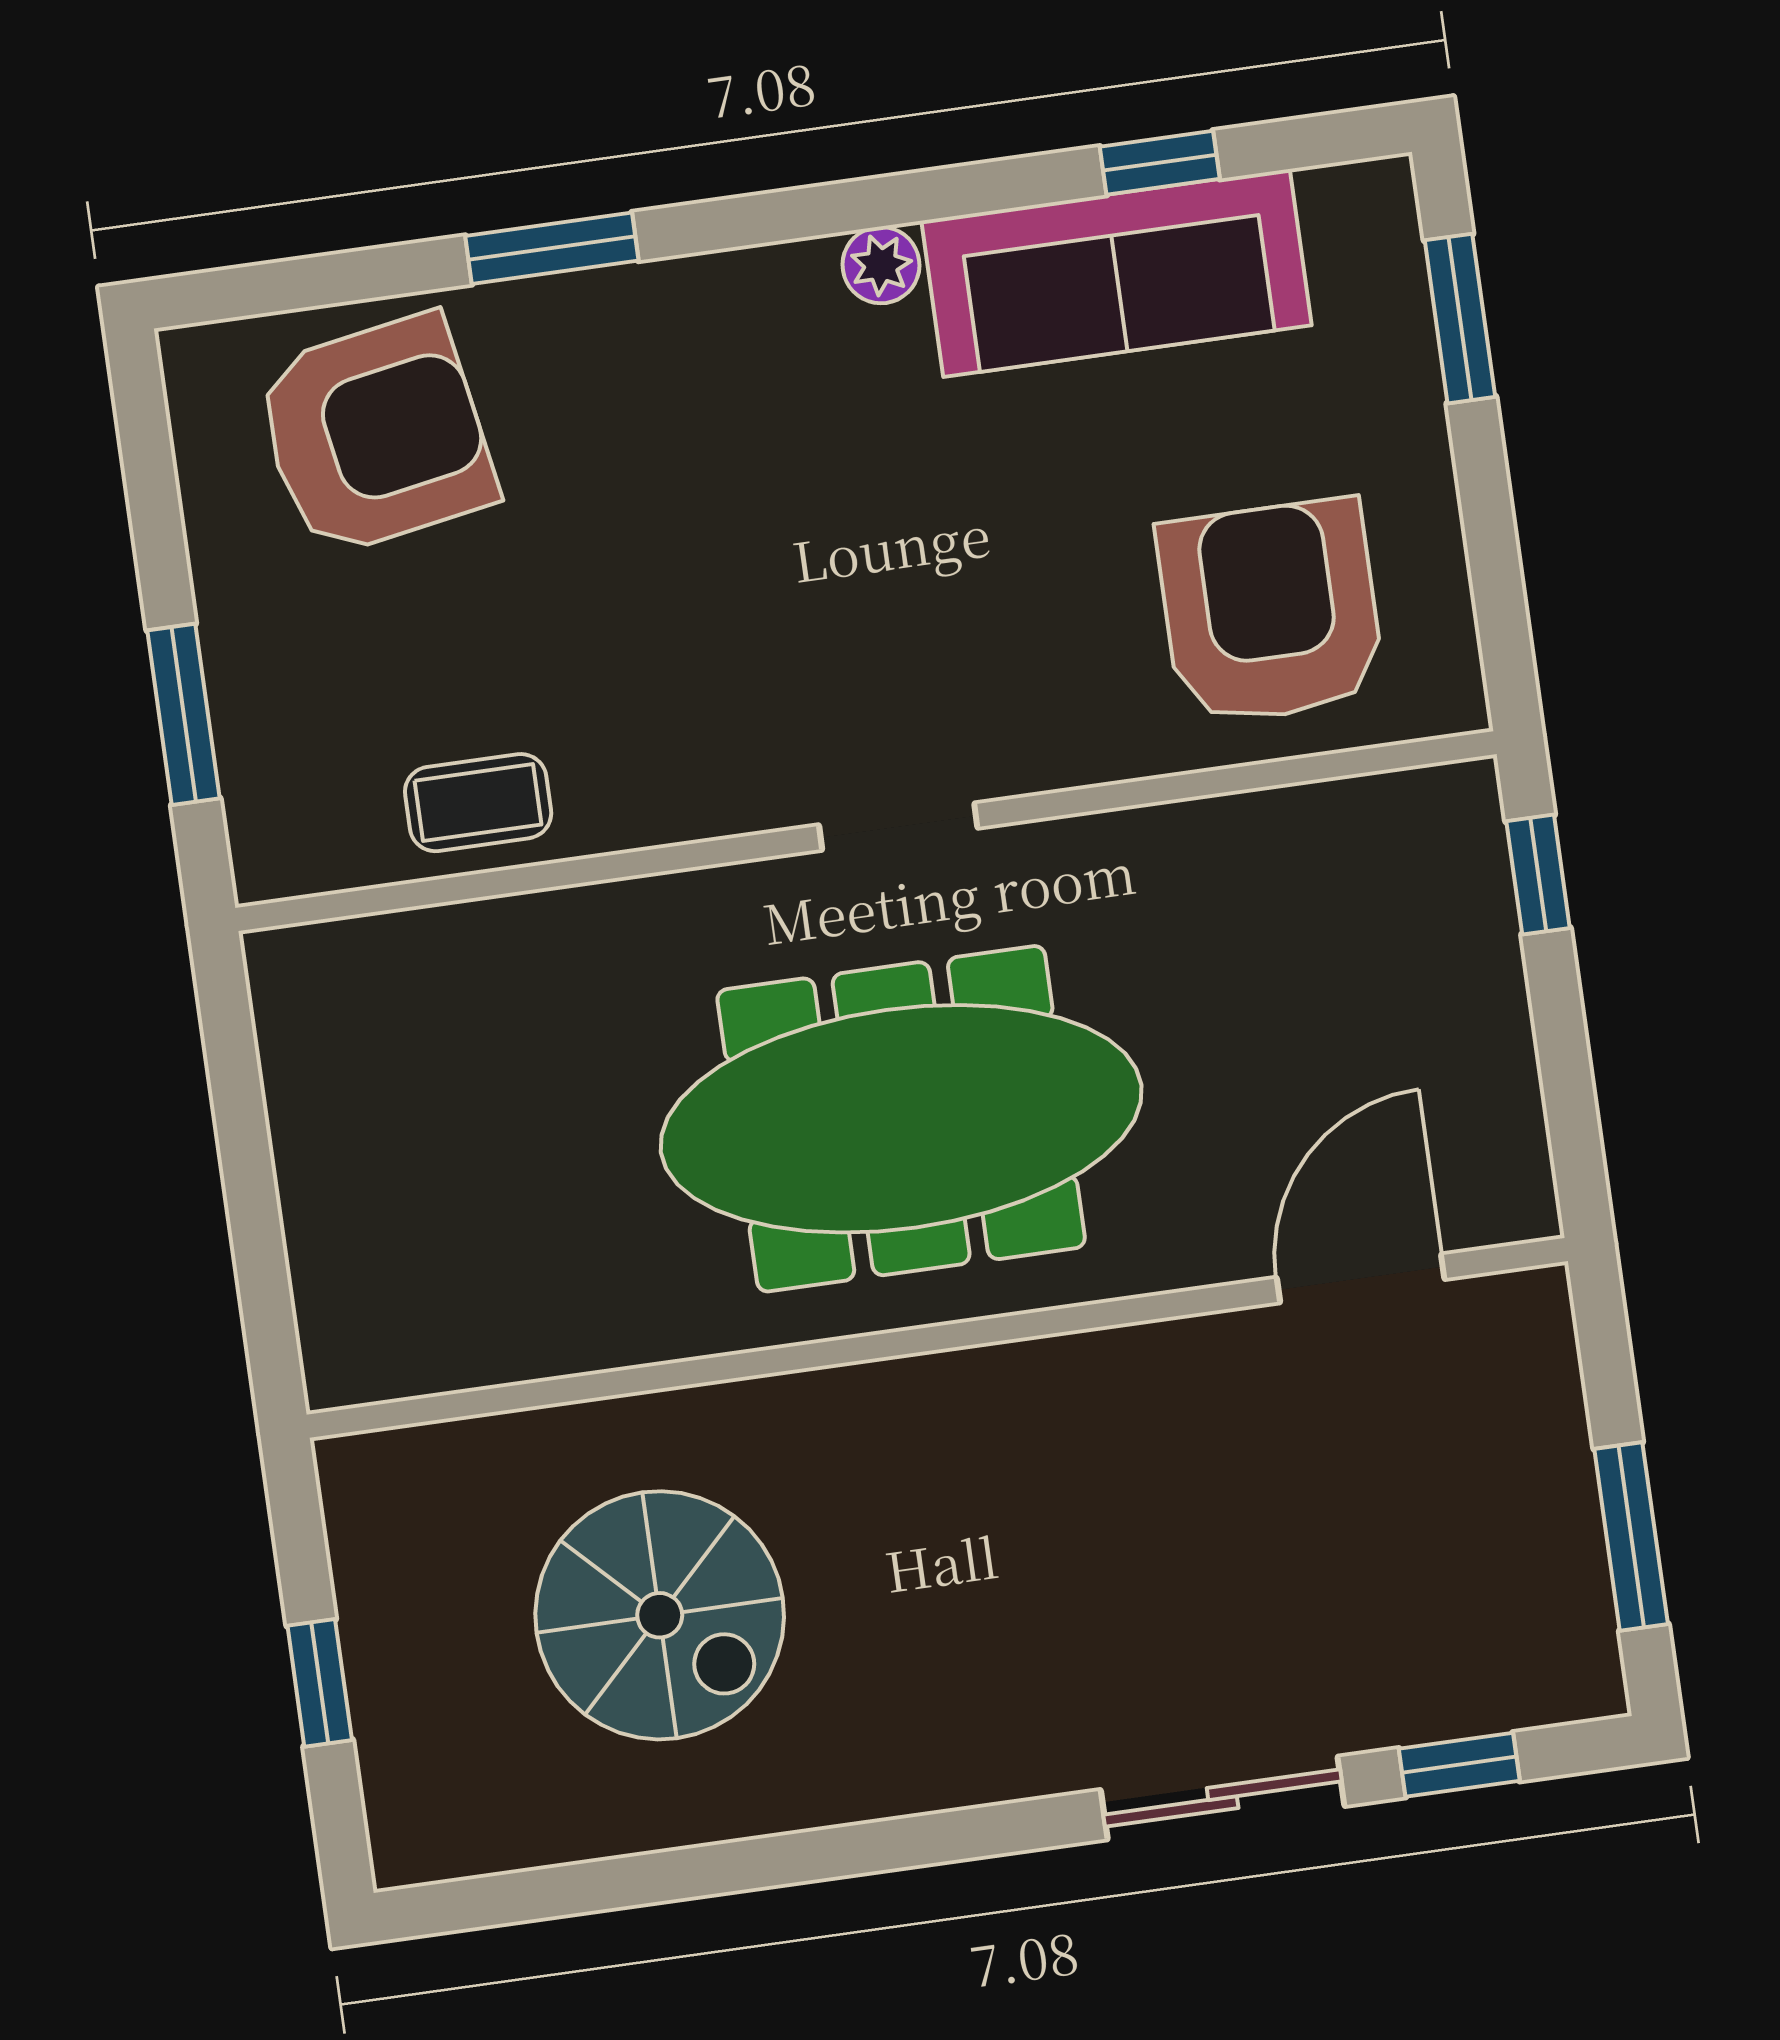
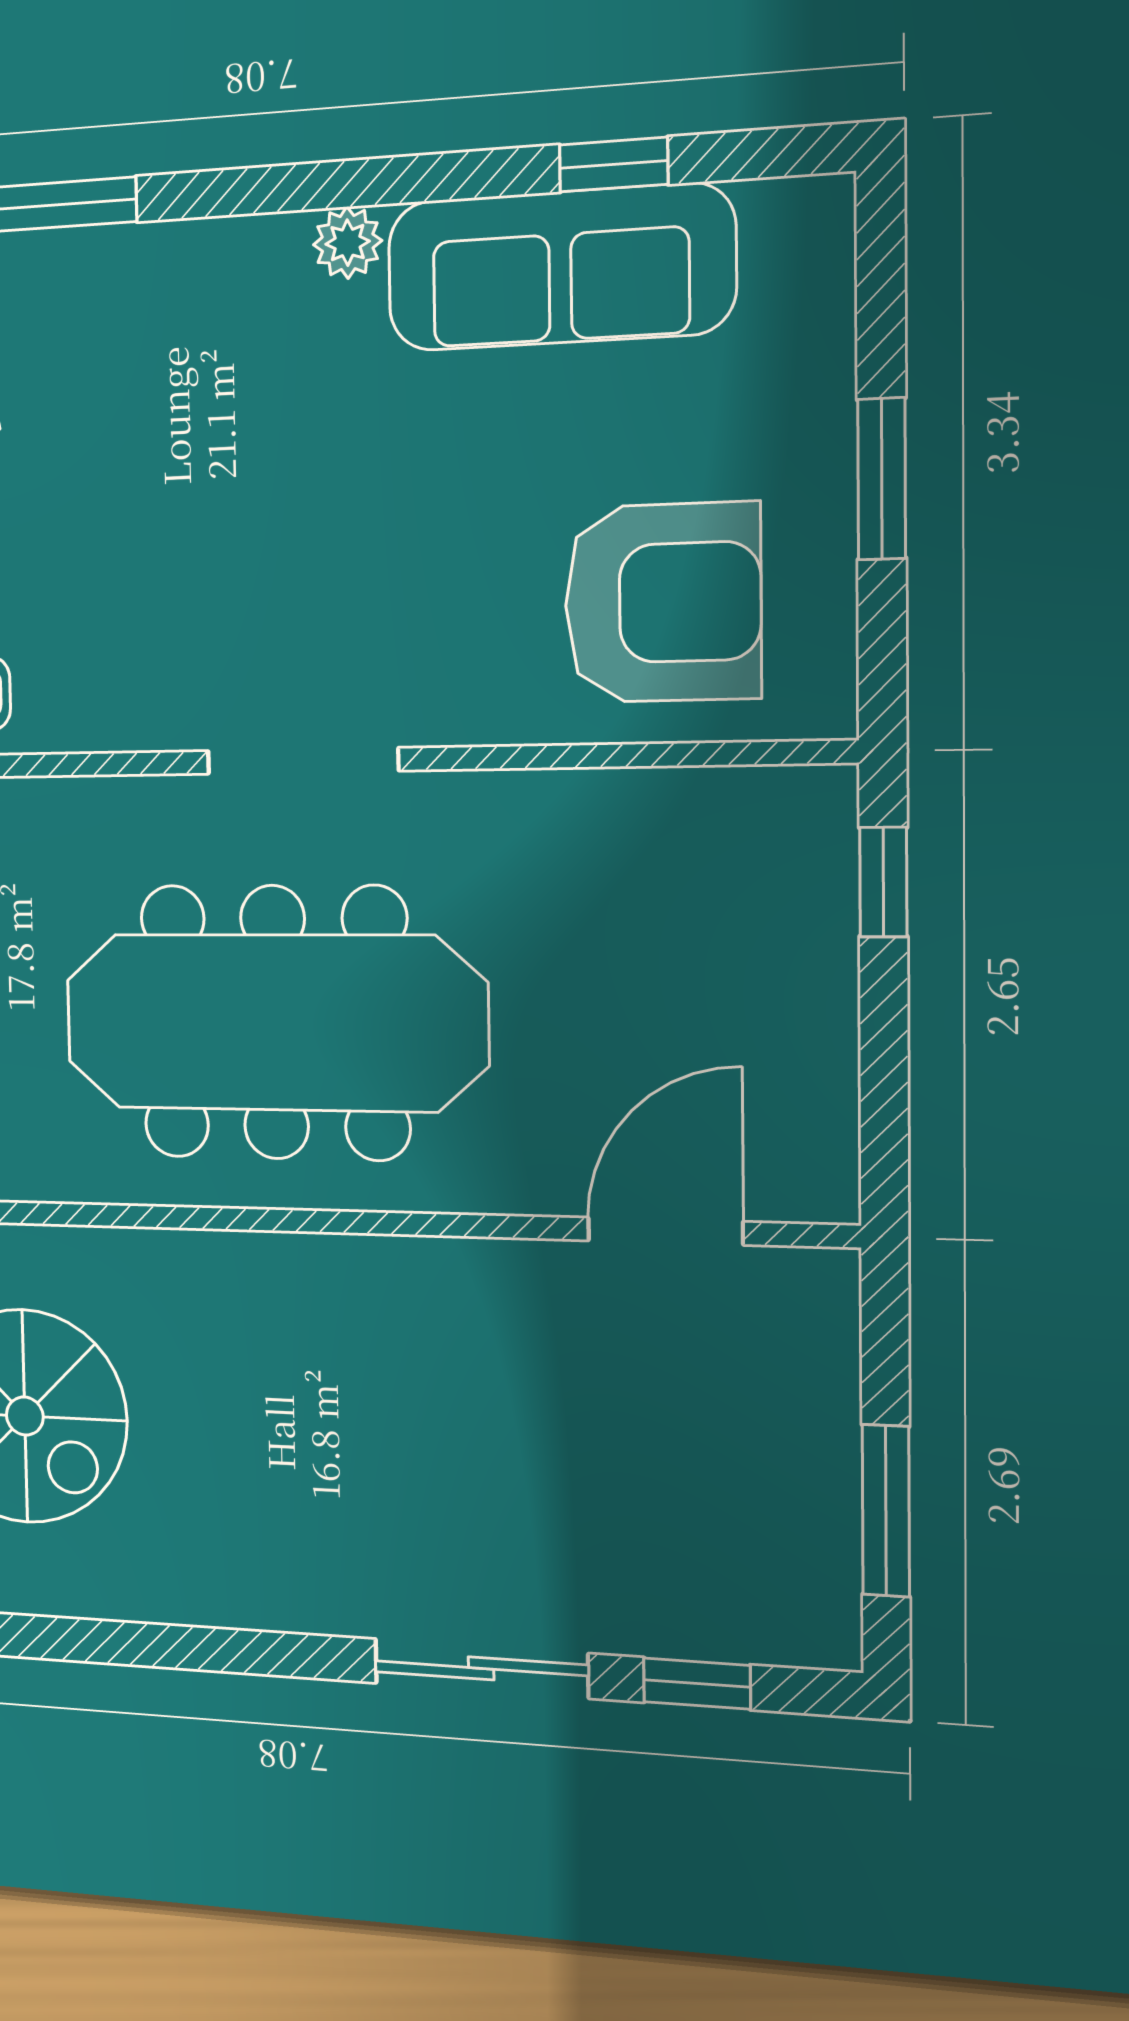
window: (1460, 319) -> (882, 479), moved
armchair: (1271, 612) -> (663, 603), turned 90
doorway: (898, 827) -> (303, 761), width x1.38

